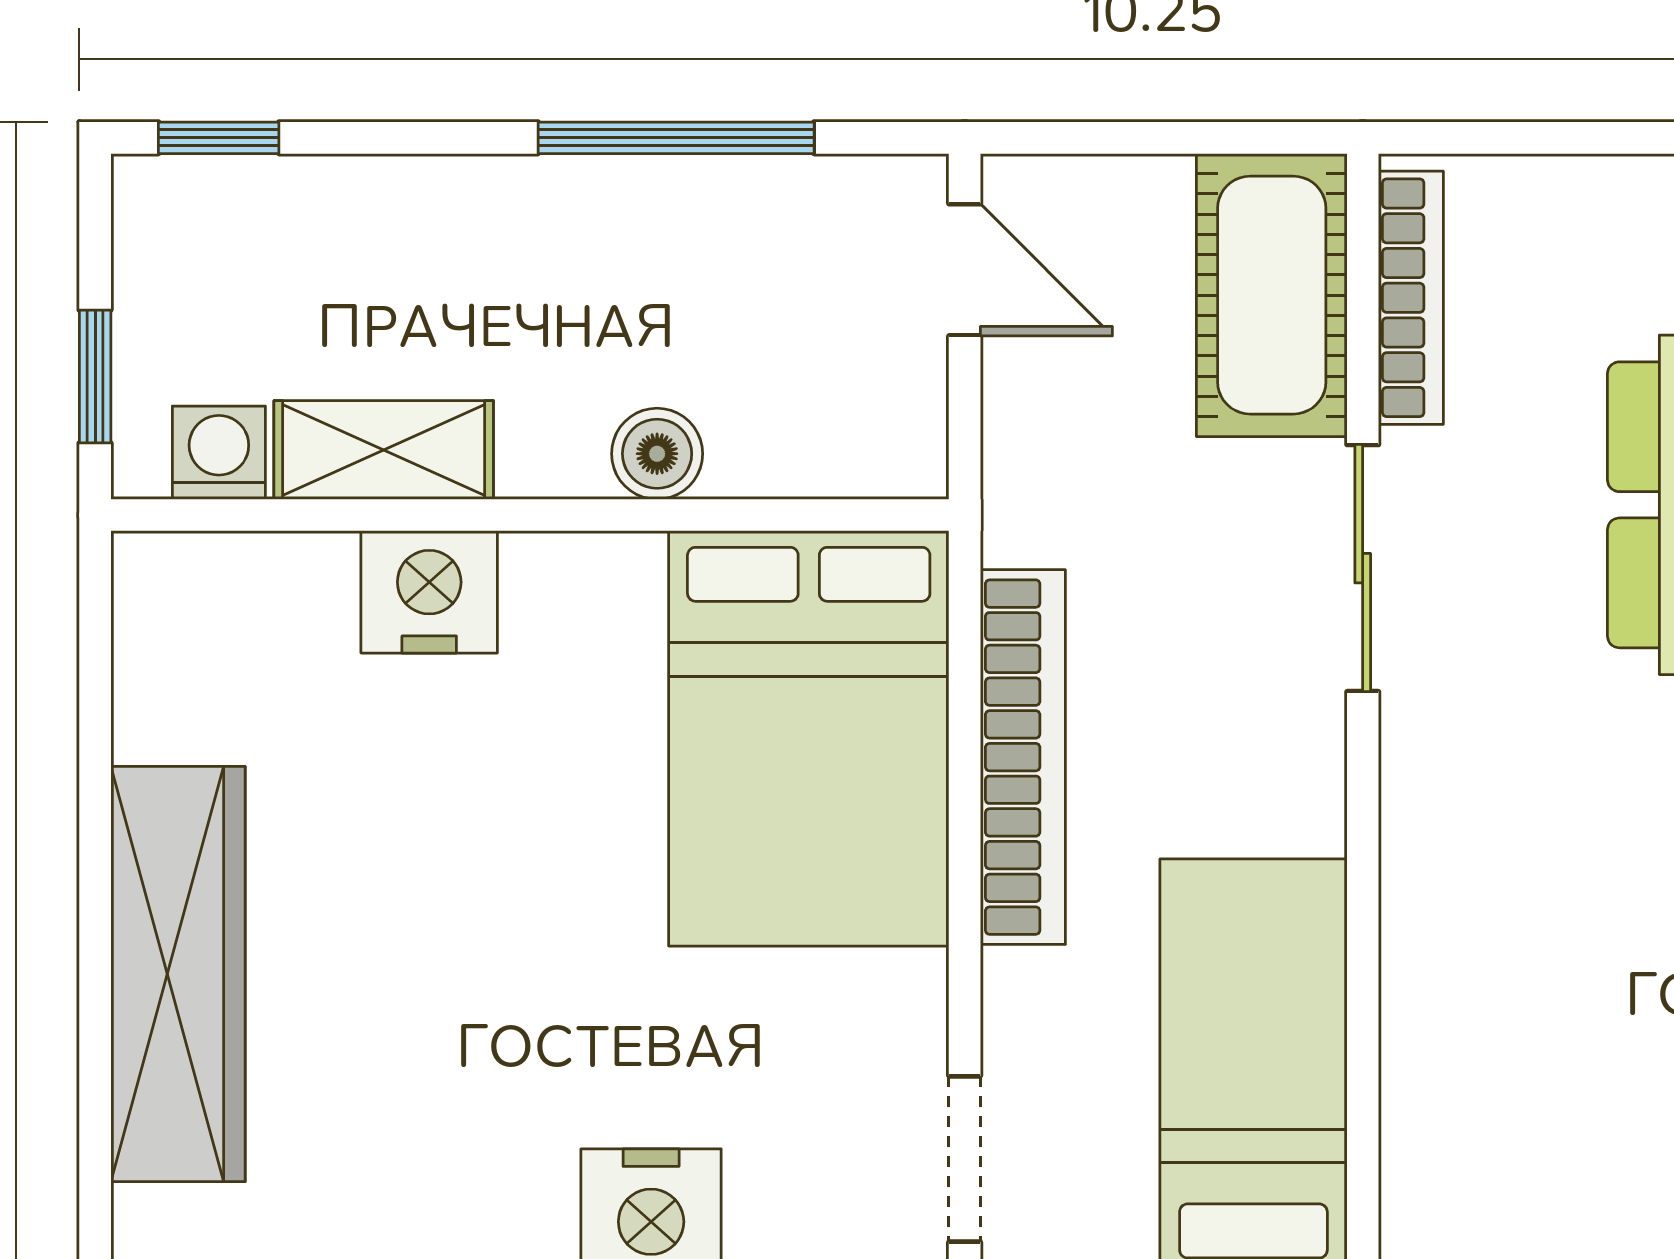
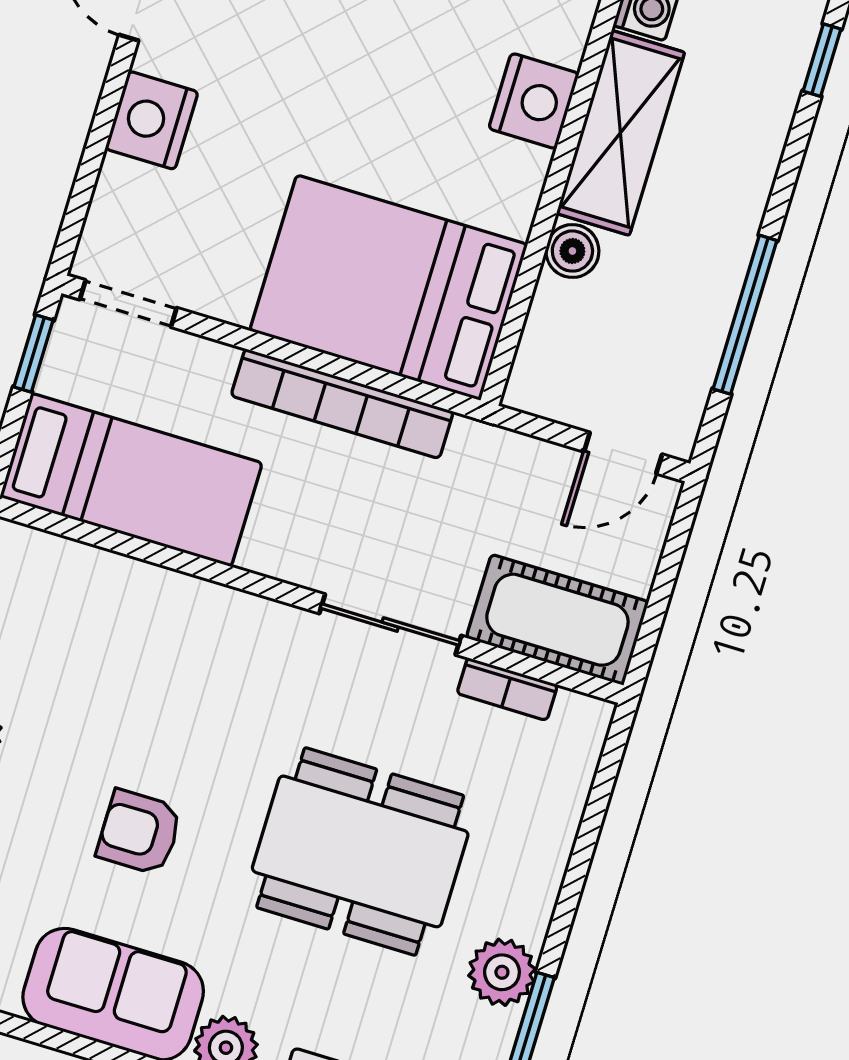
bookcase: (1411, 298) -> (507, 689), width x0.64
shelving: (384, 450) -> (620, 133), width x1.50, depth x1.33

